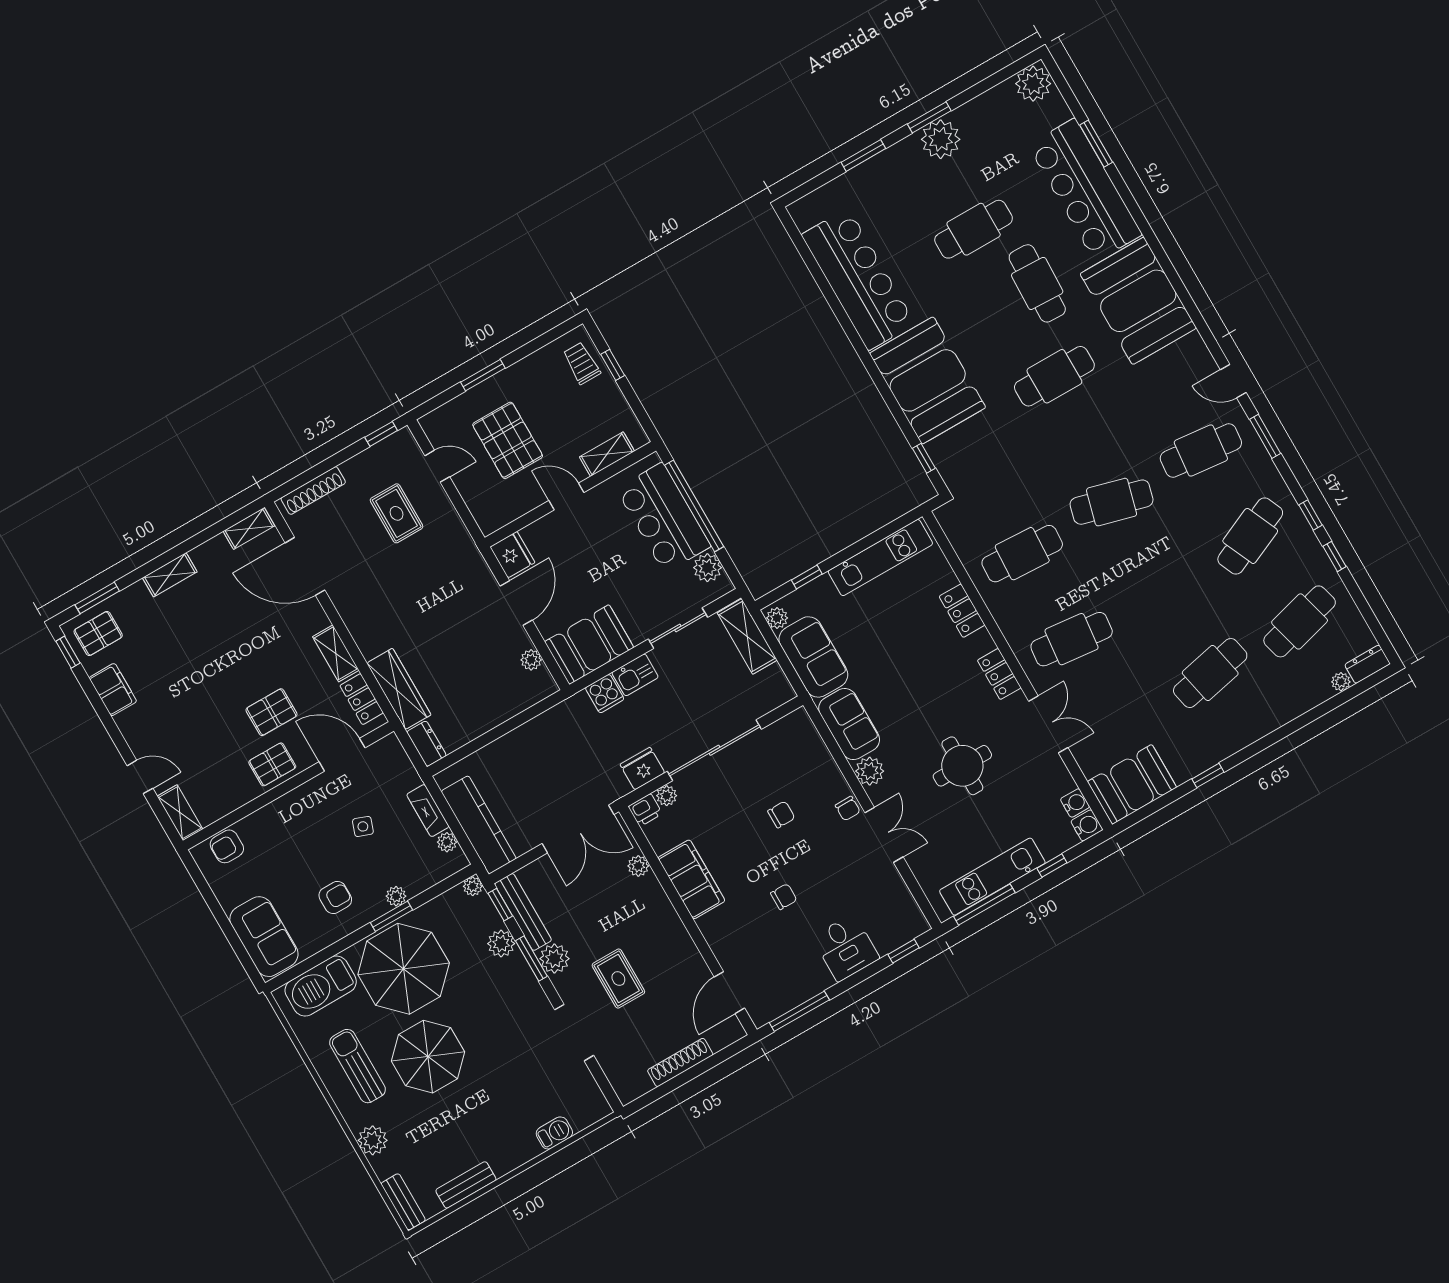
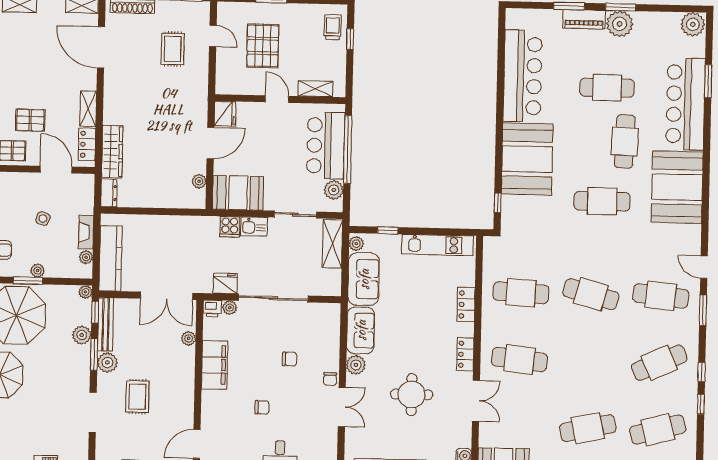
piano: (892, 161) -> (584, 19), added

